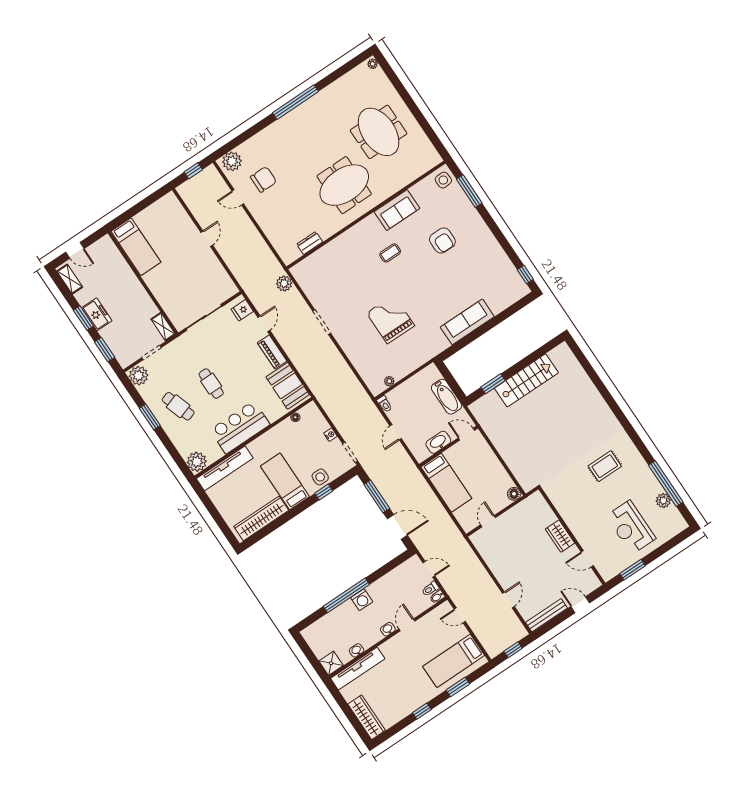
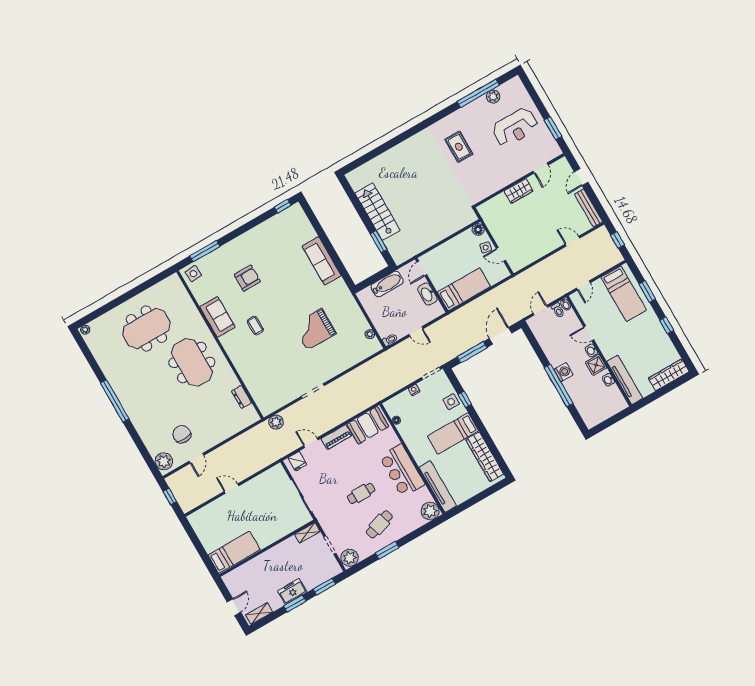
side table: (495, 504) -> (486, 247), added
shower: (331, 663) -> (596, 365), moved

